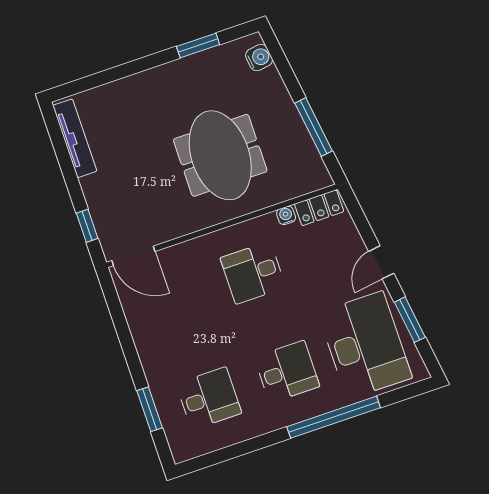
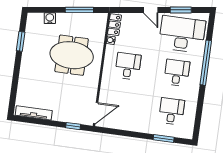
water cooler: (259, 58) -> (50, 18), moved
desk: (253, 273) -> (128, 66), turned 180

